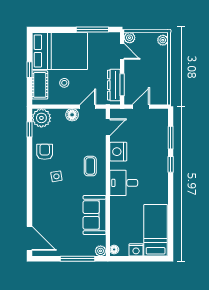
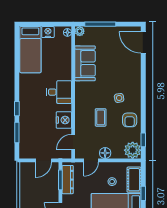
coffee table: (90, 166) -> (101, 117), moved

